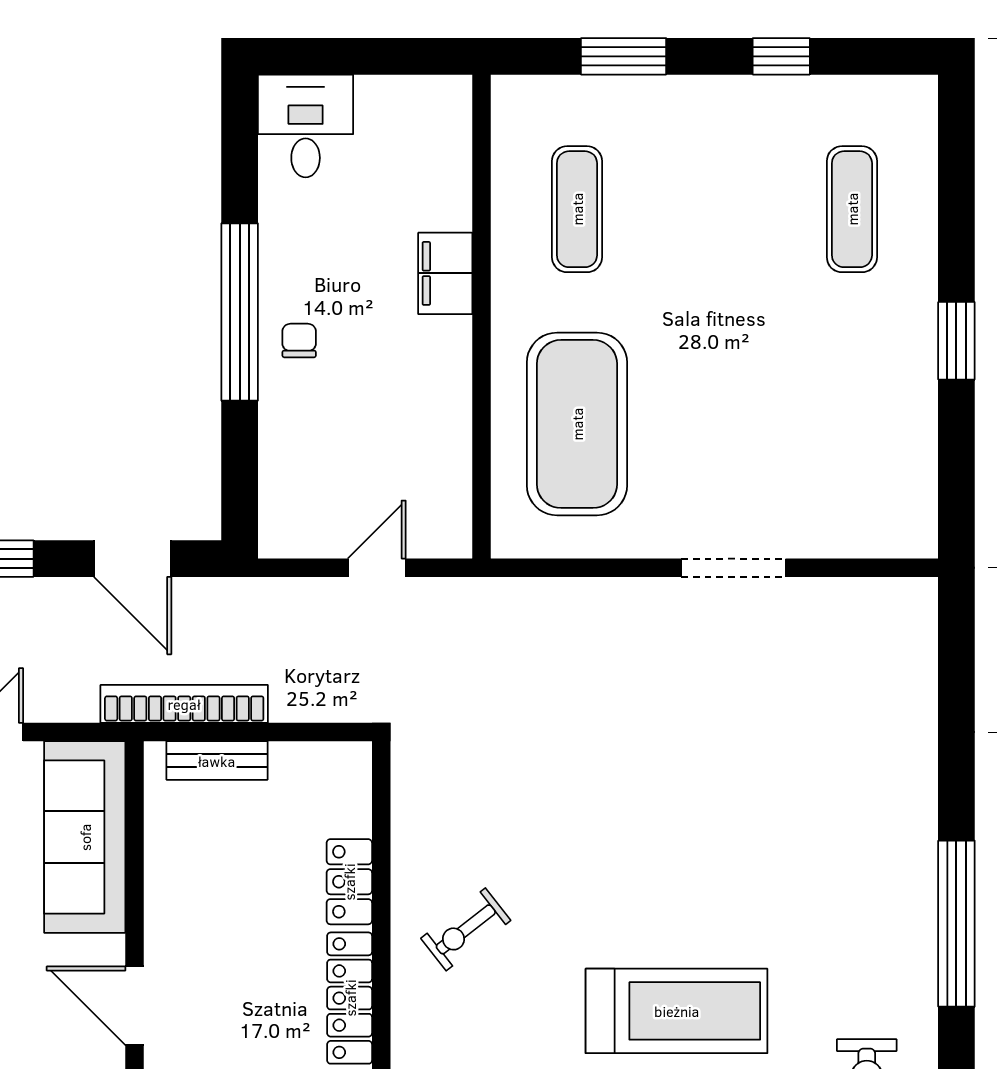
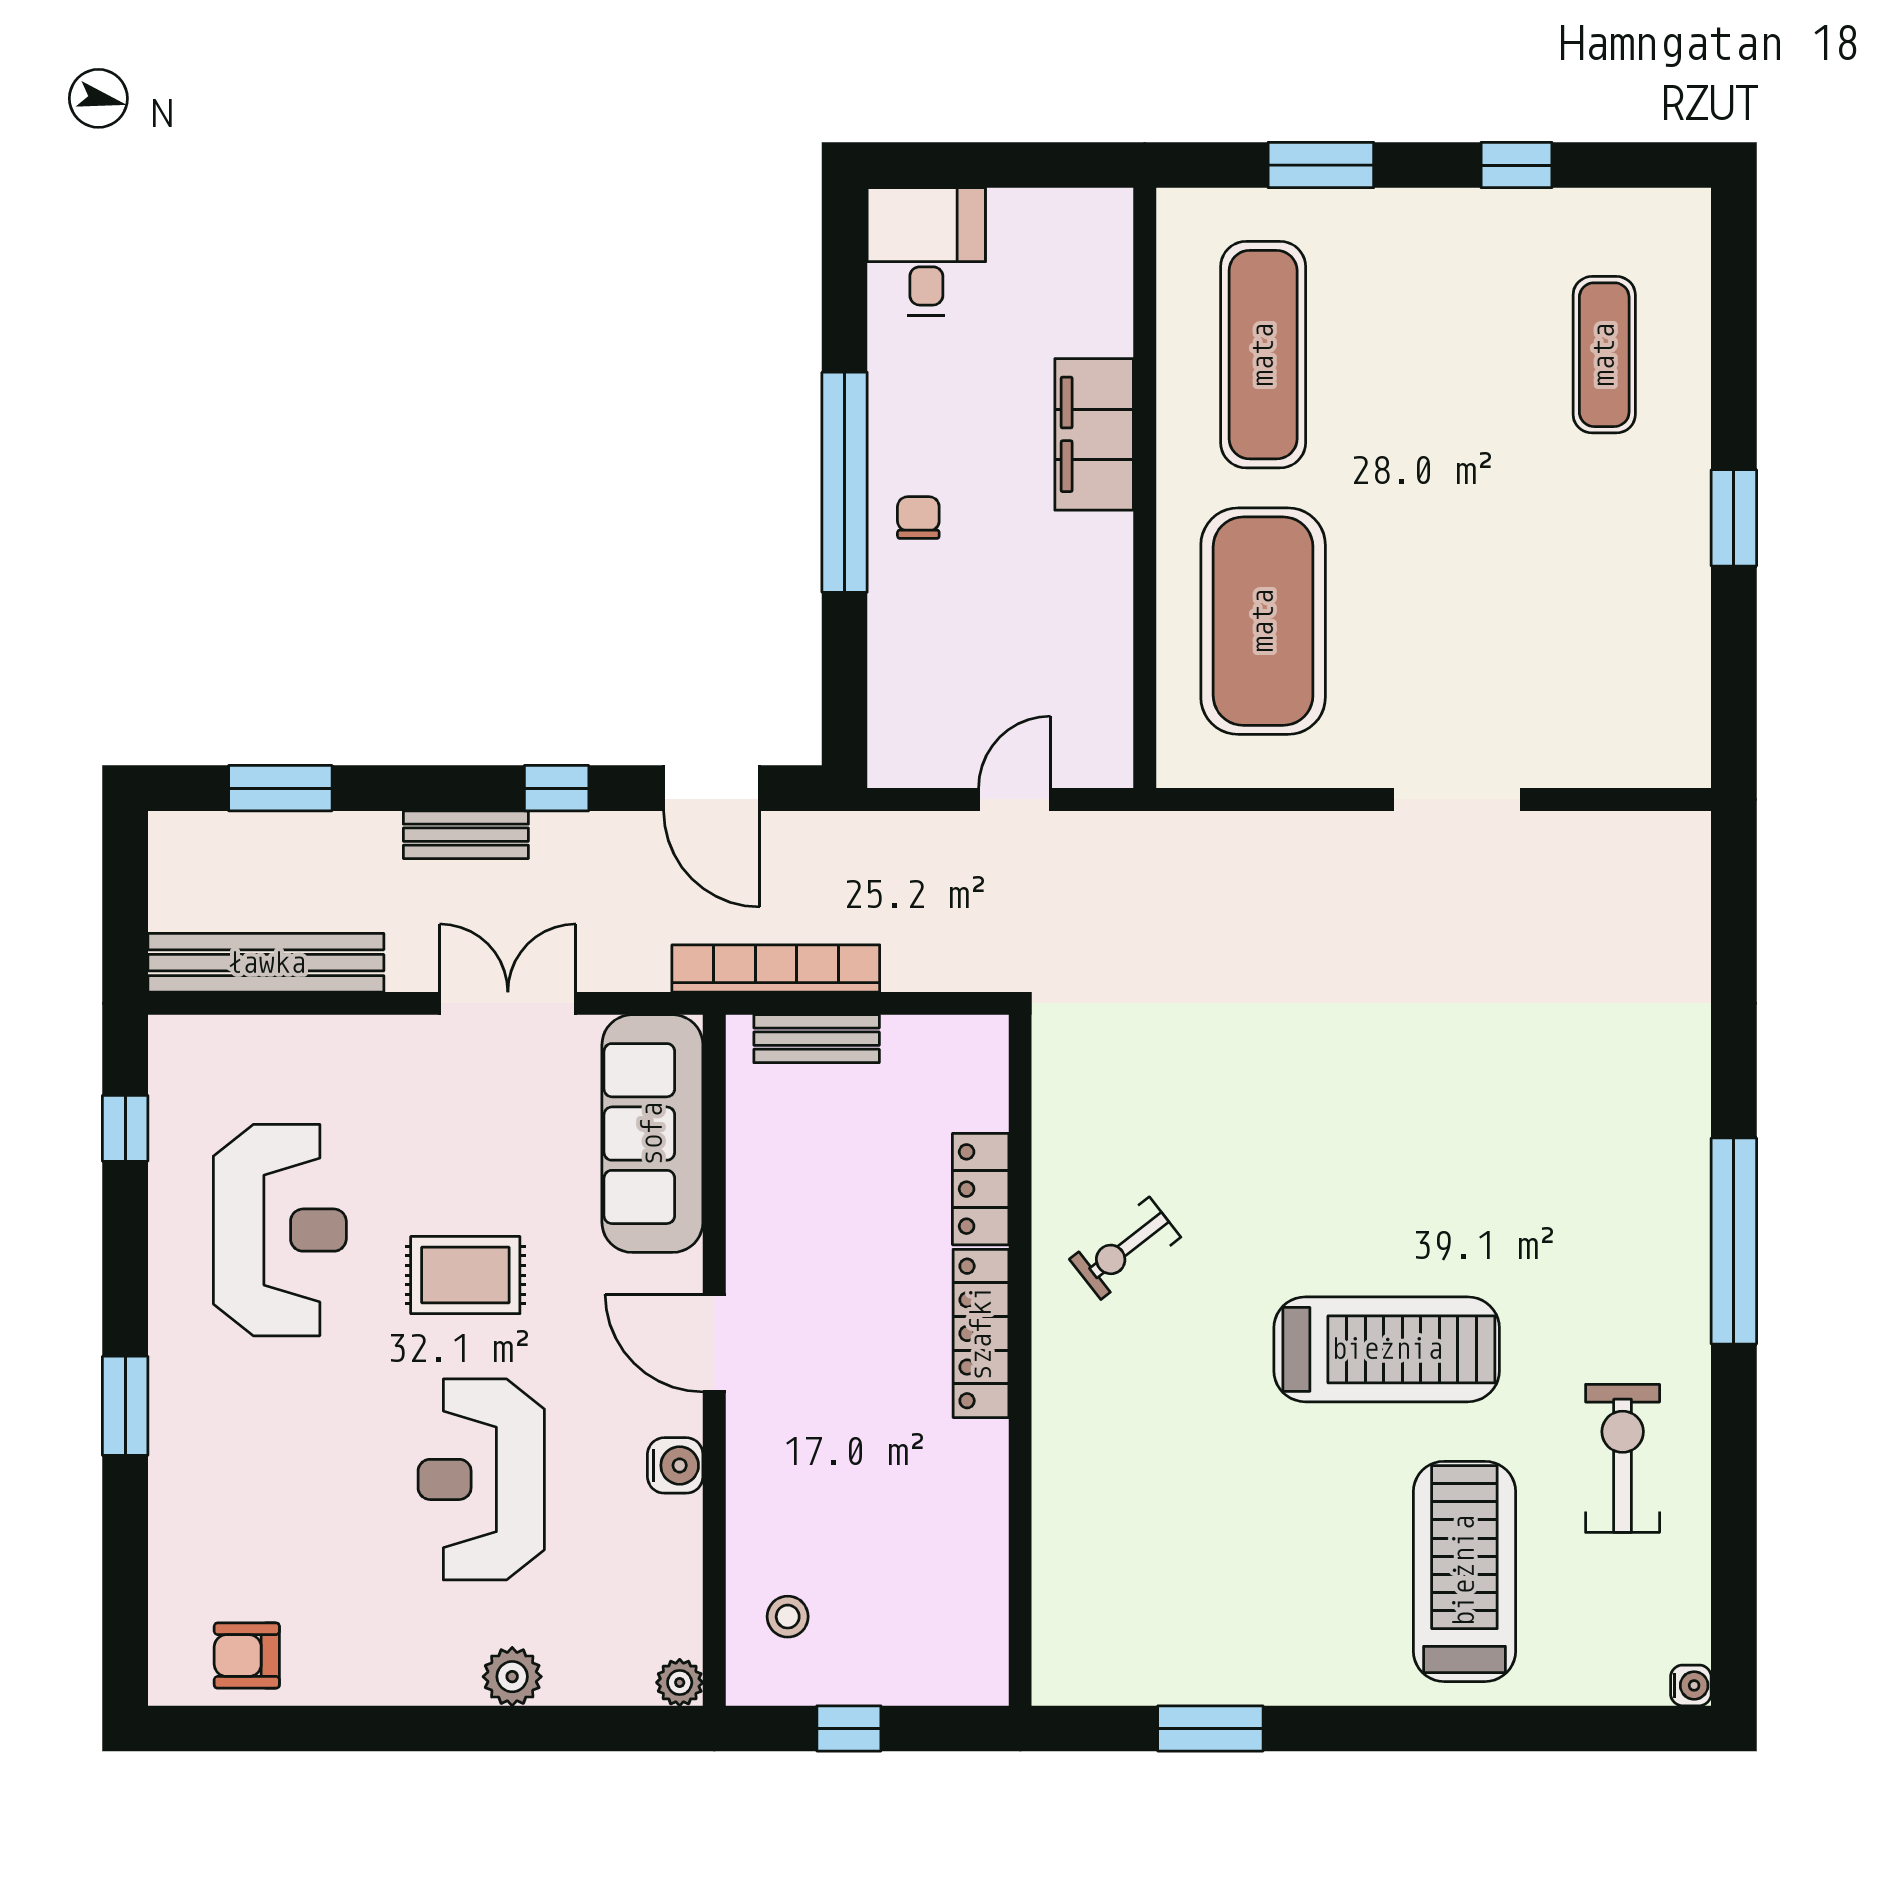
exercise mat: (577, 209) -> (1263, 355), width x1.36, depth x1.45
filing cabinet: (445, 273) -> (1094, 434), width x1.50, depth x1.17

